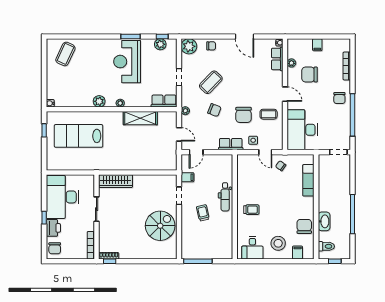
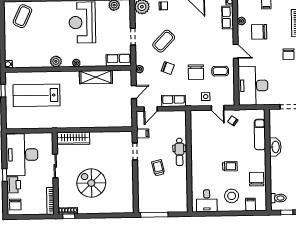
door: (179, 134) -> (134, 92), hinge flipped
row of seats: (231, 144) -> (173, 101), moved
trolley: (251, 210) -> (230, 166), moved
washbasin: (324, 221) -> (275, 147), moved
spiral stairs: (160, 226) -> (91, 183), moved, turned -90

